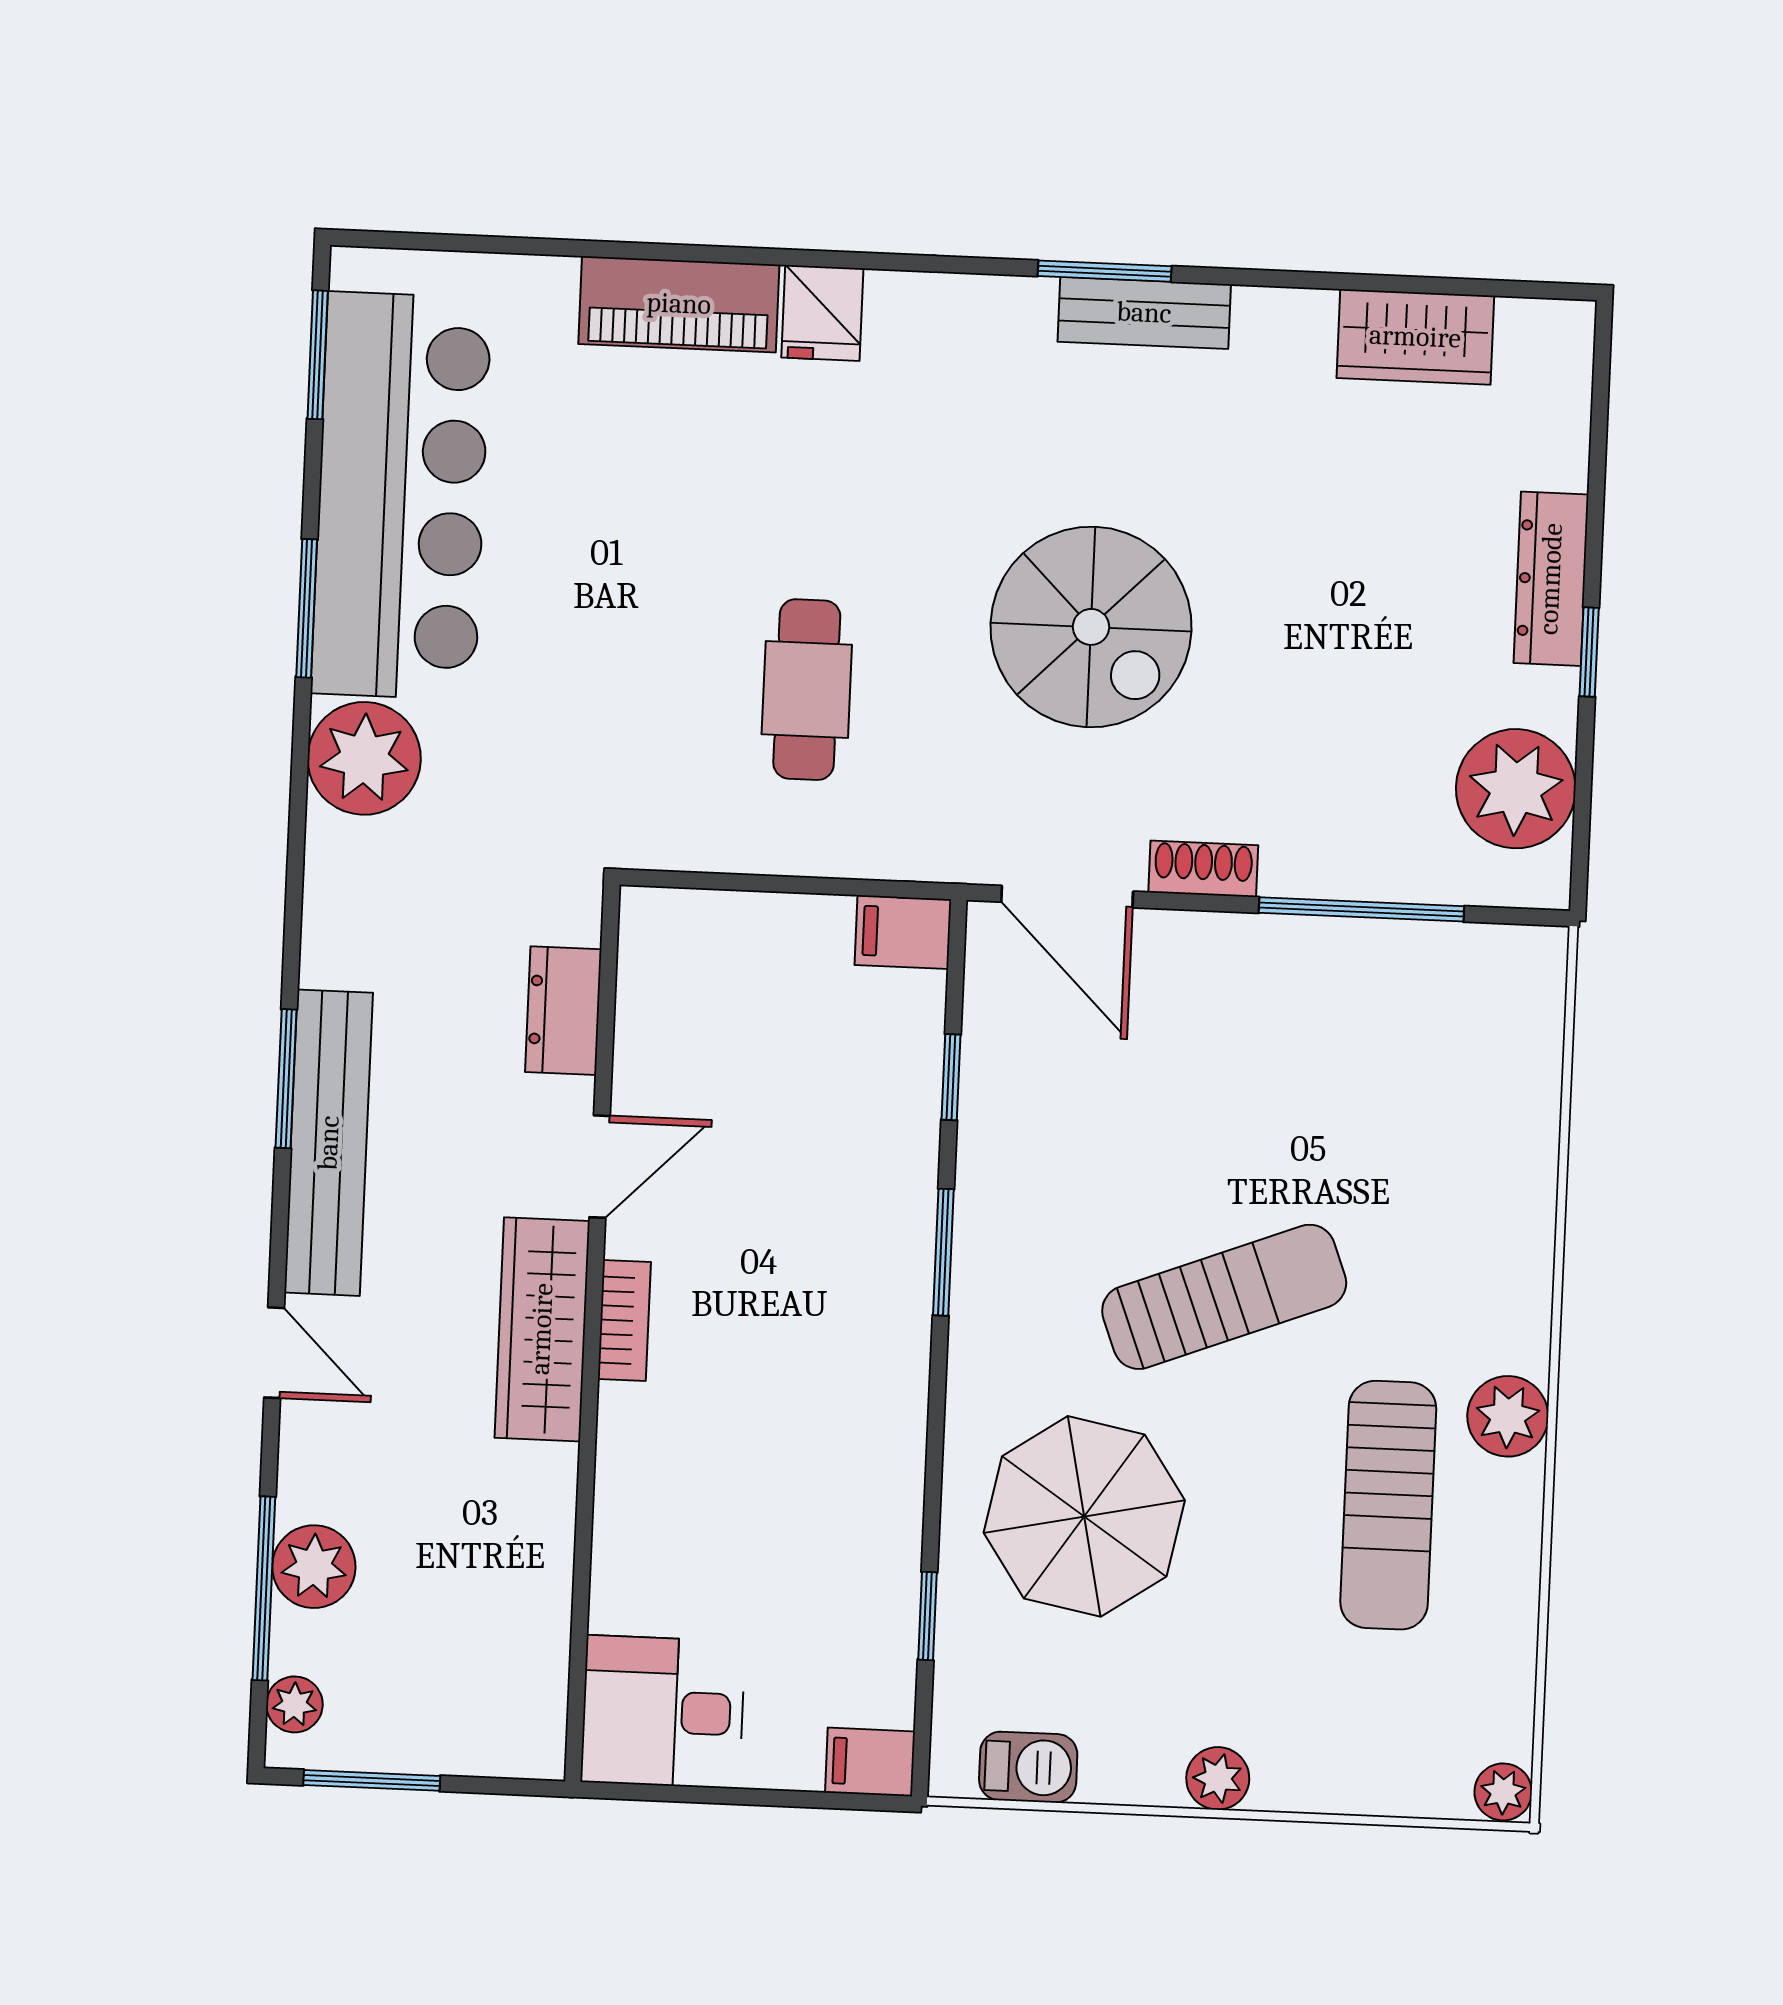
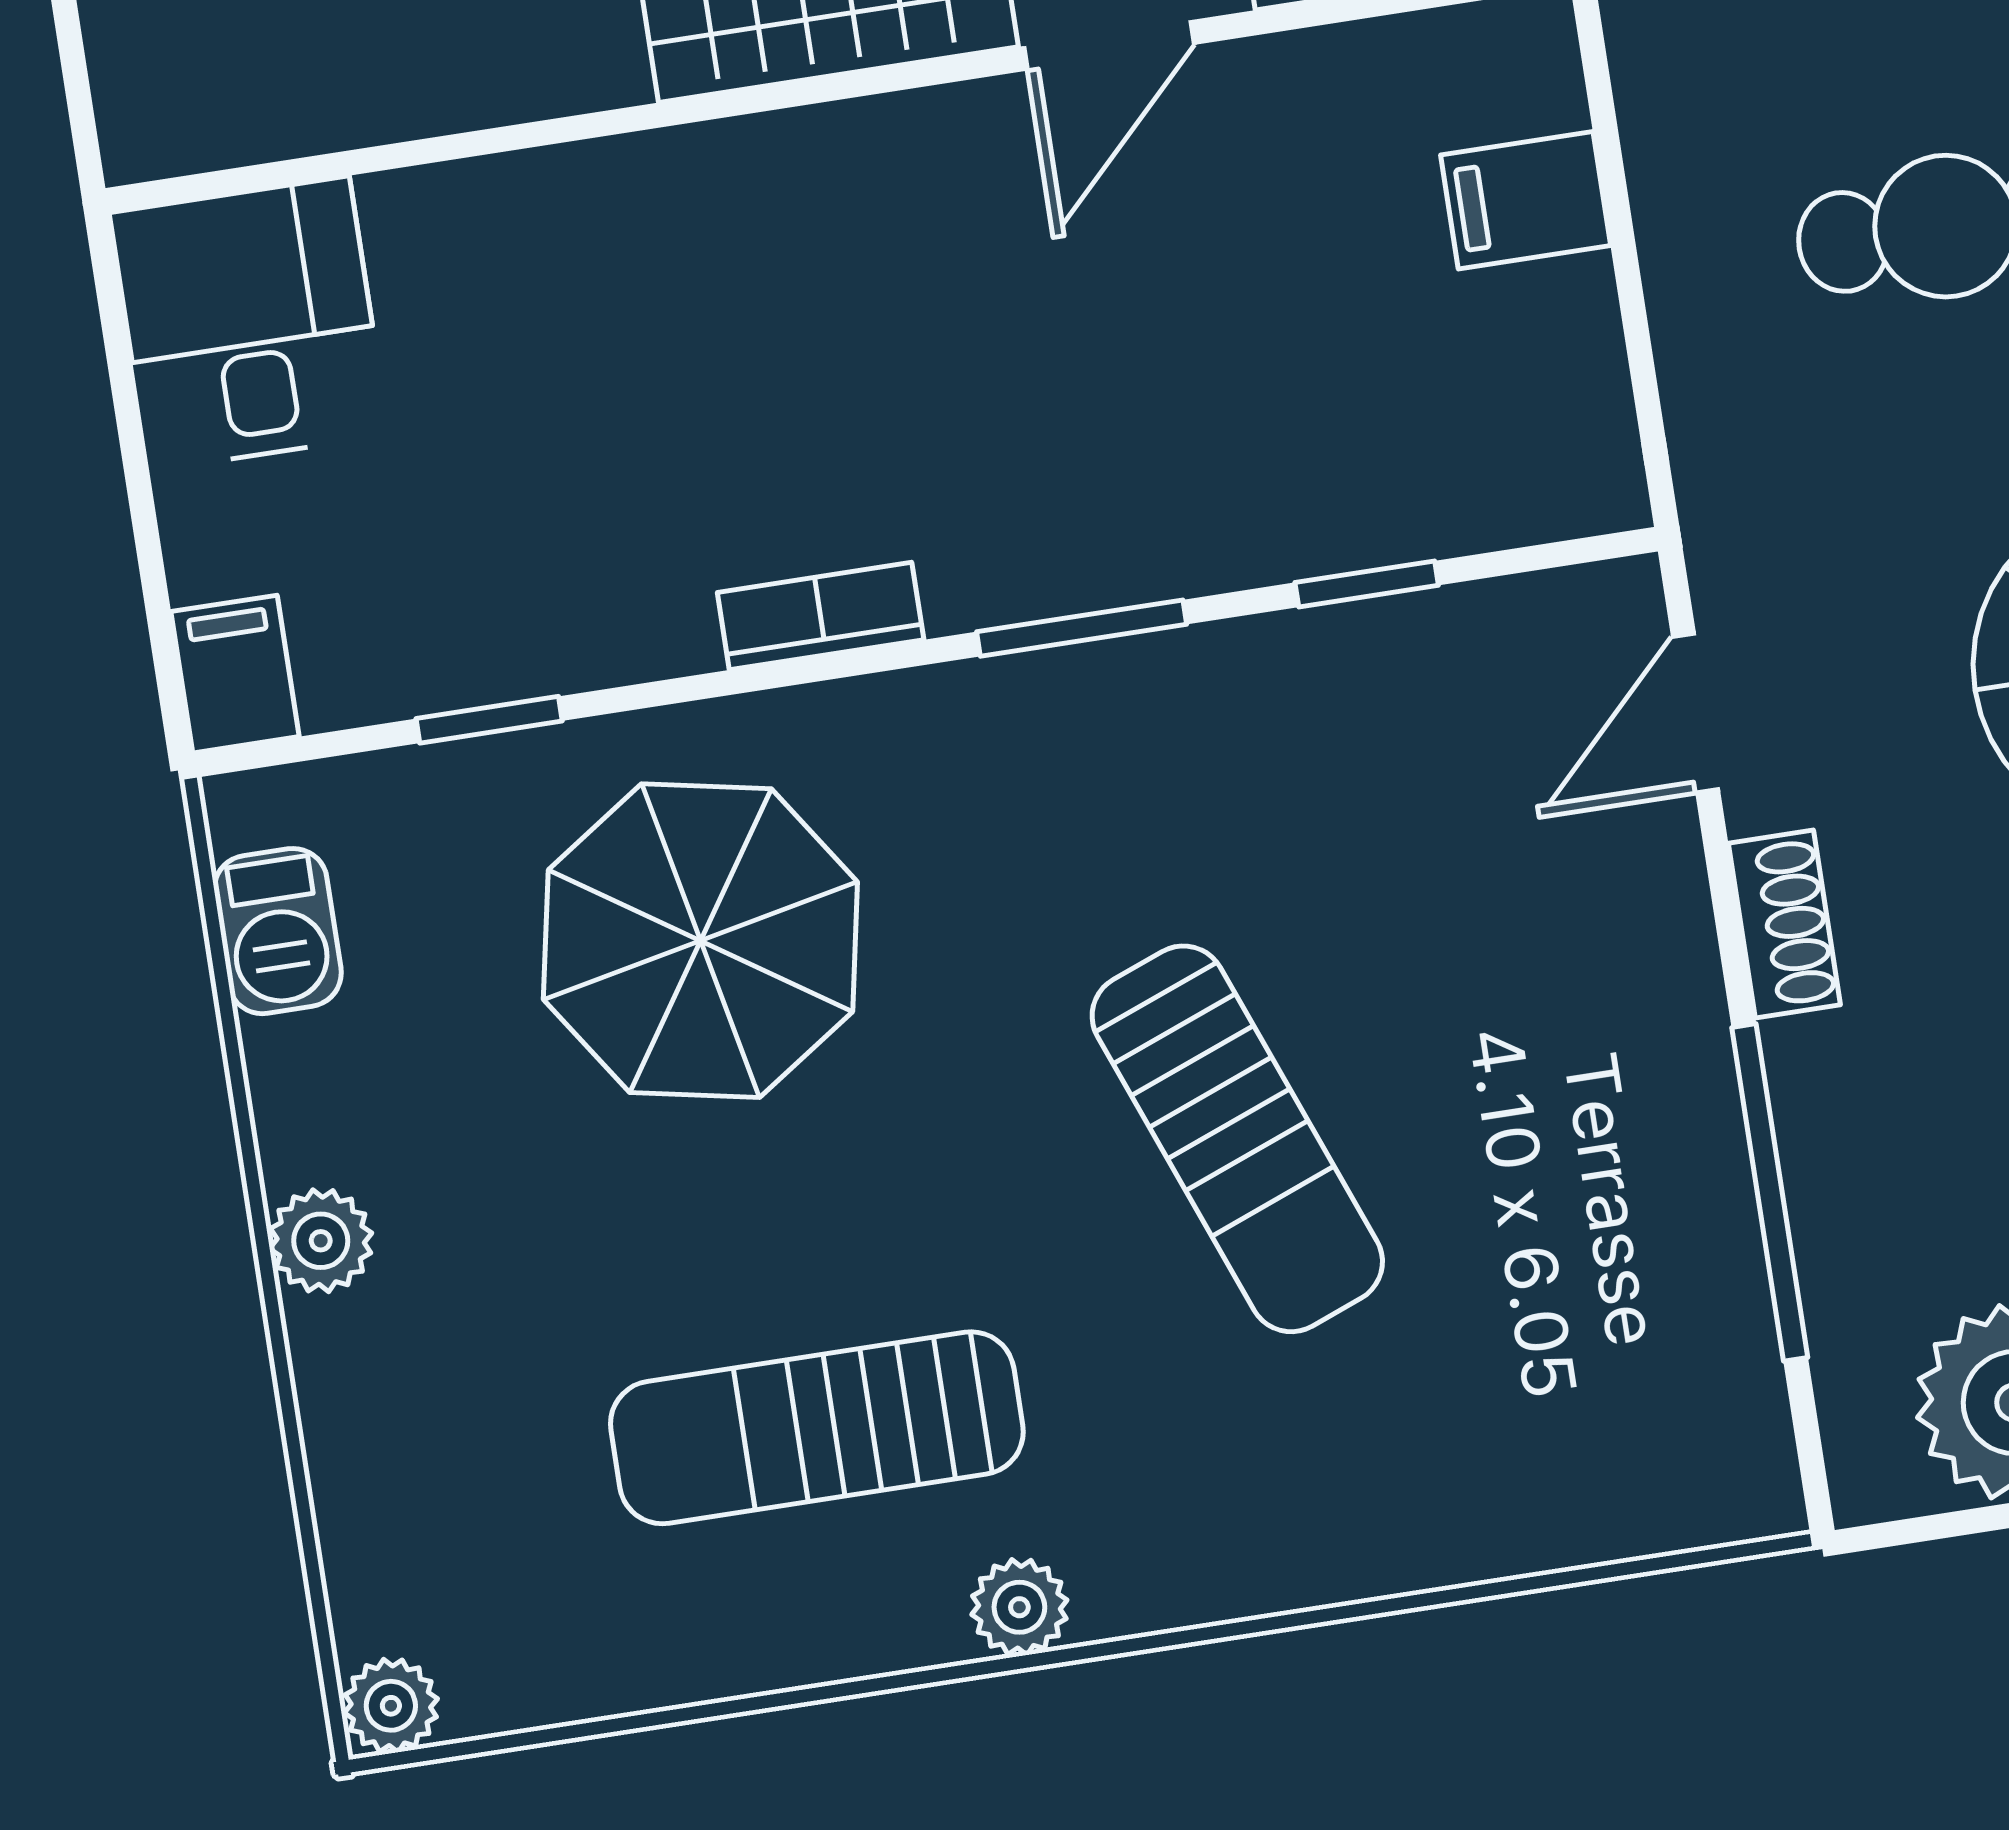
door: (1067, 897) -> (1696, 713), width x0.73
filing cabinet: (903, 932) -> (1526, 200), moved, turned -90
door: (600, 1167) -> (1109, 45), hinge flipped
sun lounger: (1224, 1297) -> (1237, 1139), moved
bookcase: (624, 1320) -> (821, 616), moved, turned 180
plant: (1508, 1416) -> (1019, 1607), width x0.73, depth x0.73

